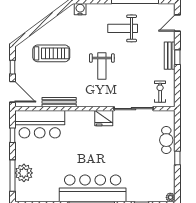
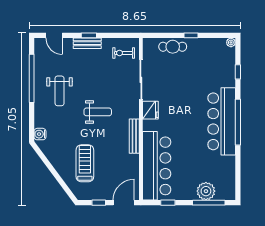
bench: (59, 102) -> (134, 136), moved
bar counter: (40, 124) -> (157, 166), width x1.36

